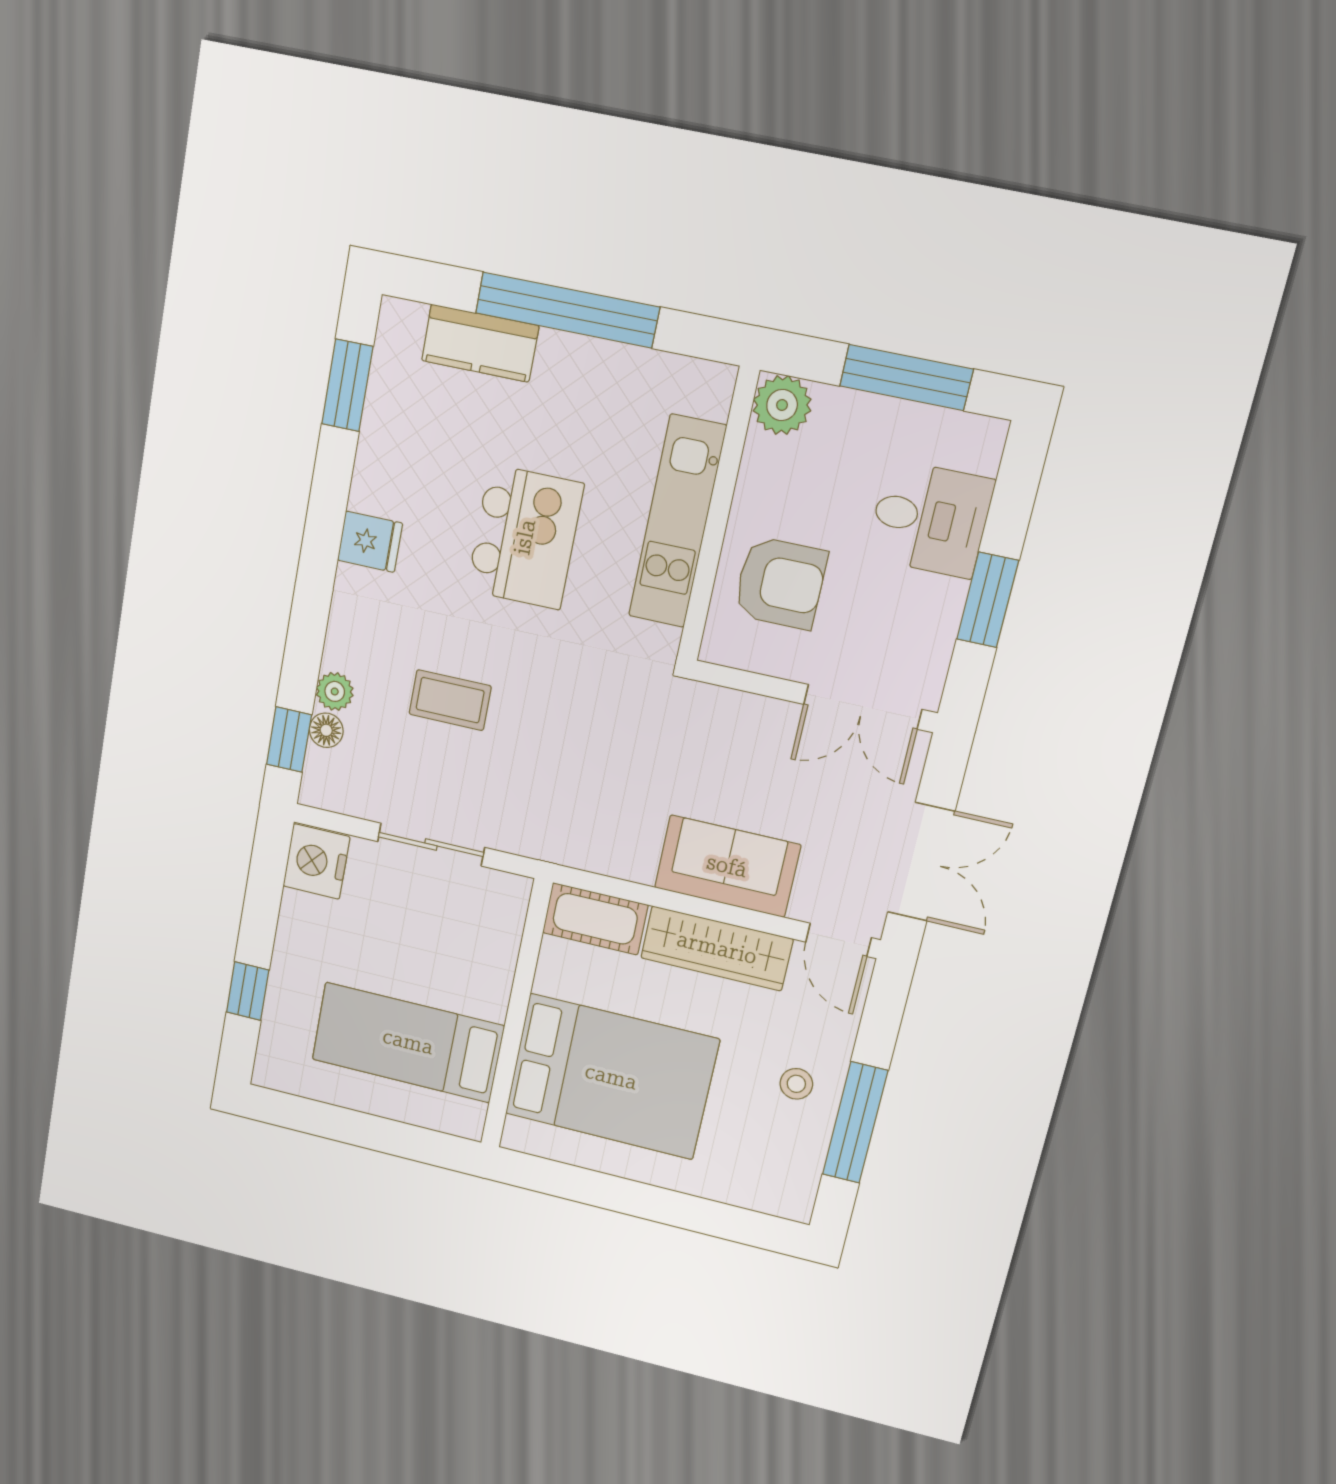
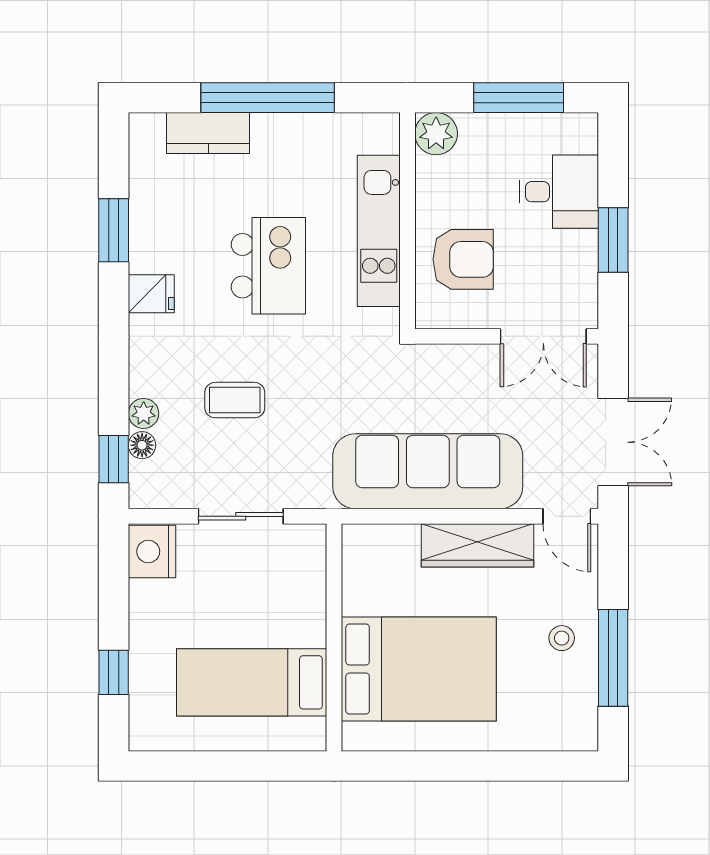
window: (347, 385) -> (114, 230), moved
sofa: (727, 866) -> (428, 471), width x1.85, depth x1.27
cot: (595, 919) -> (380, 545), removed

